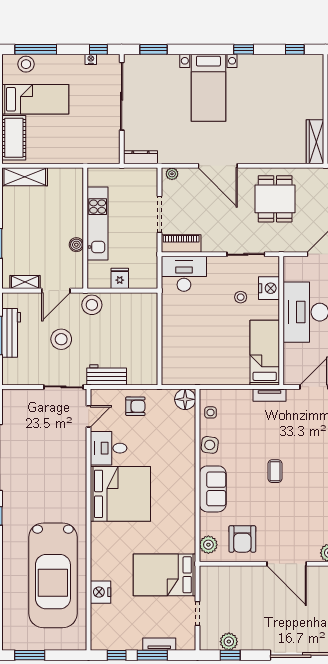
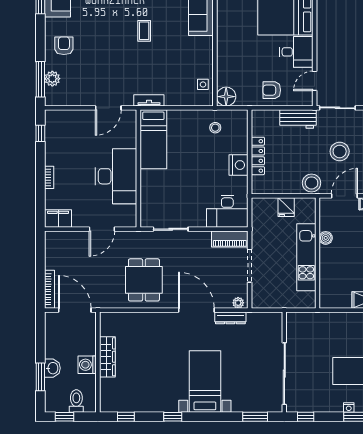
nightstand: (91, 59) -> (349, 408), moved
wardrobe: (315, 142) -> (107, 357), moved
dresser: (141, 157) -> (230, 318), moved
nightstand: (269, 288) -> (238, 165), moved, turned 180
stool: (241, 297) -> (215, 128), moved
locker: (151, 334) -> (258, 156), added
side table: (210, 445) -> (204, 55), removed

